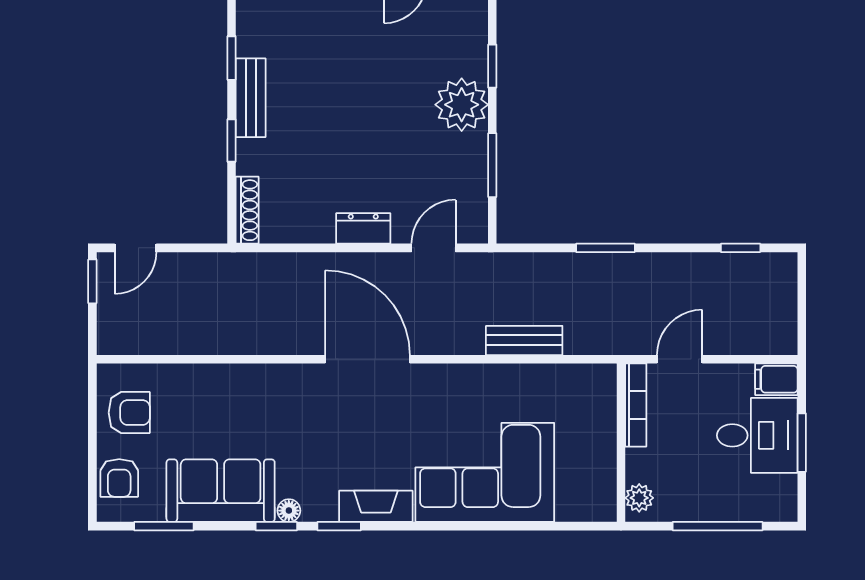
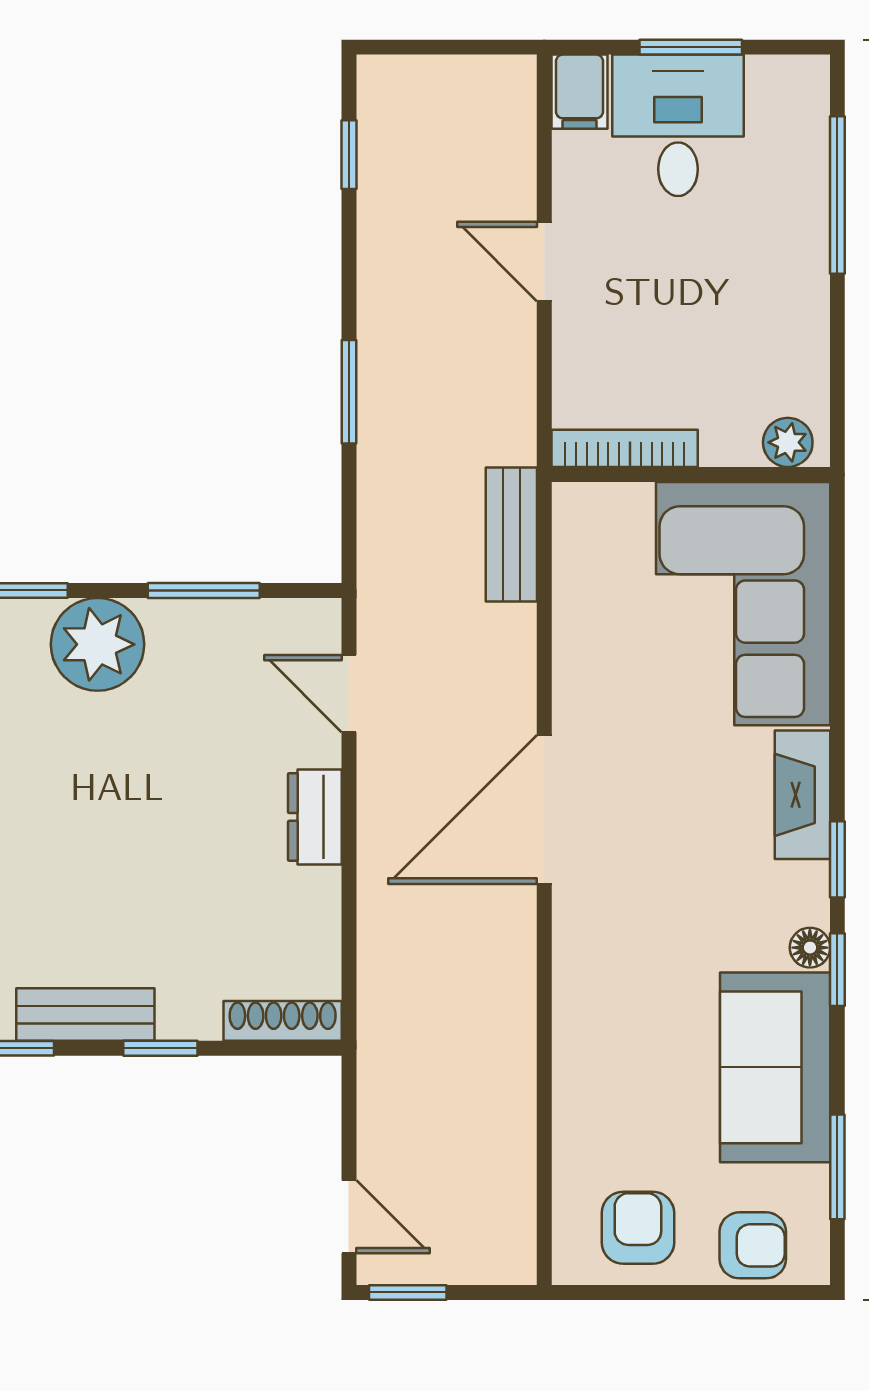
bookcase: (636, 405) -> (625, 448), moved
wall: (621, 443) -> (691, 474), moved
plant: (639, 498) -> (788, 442), moved

